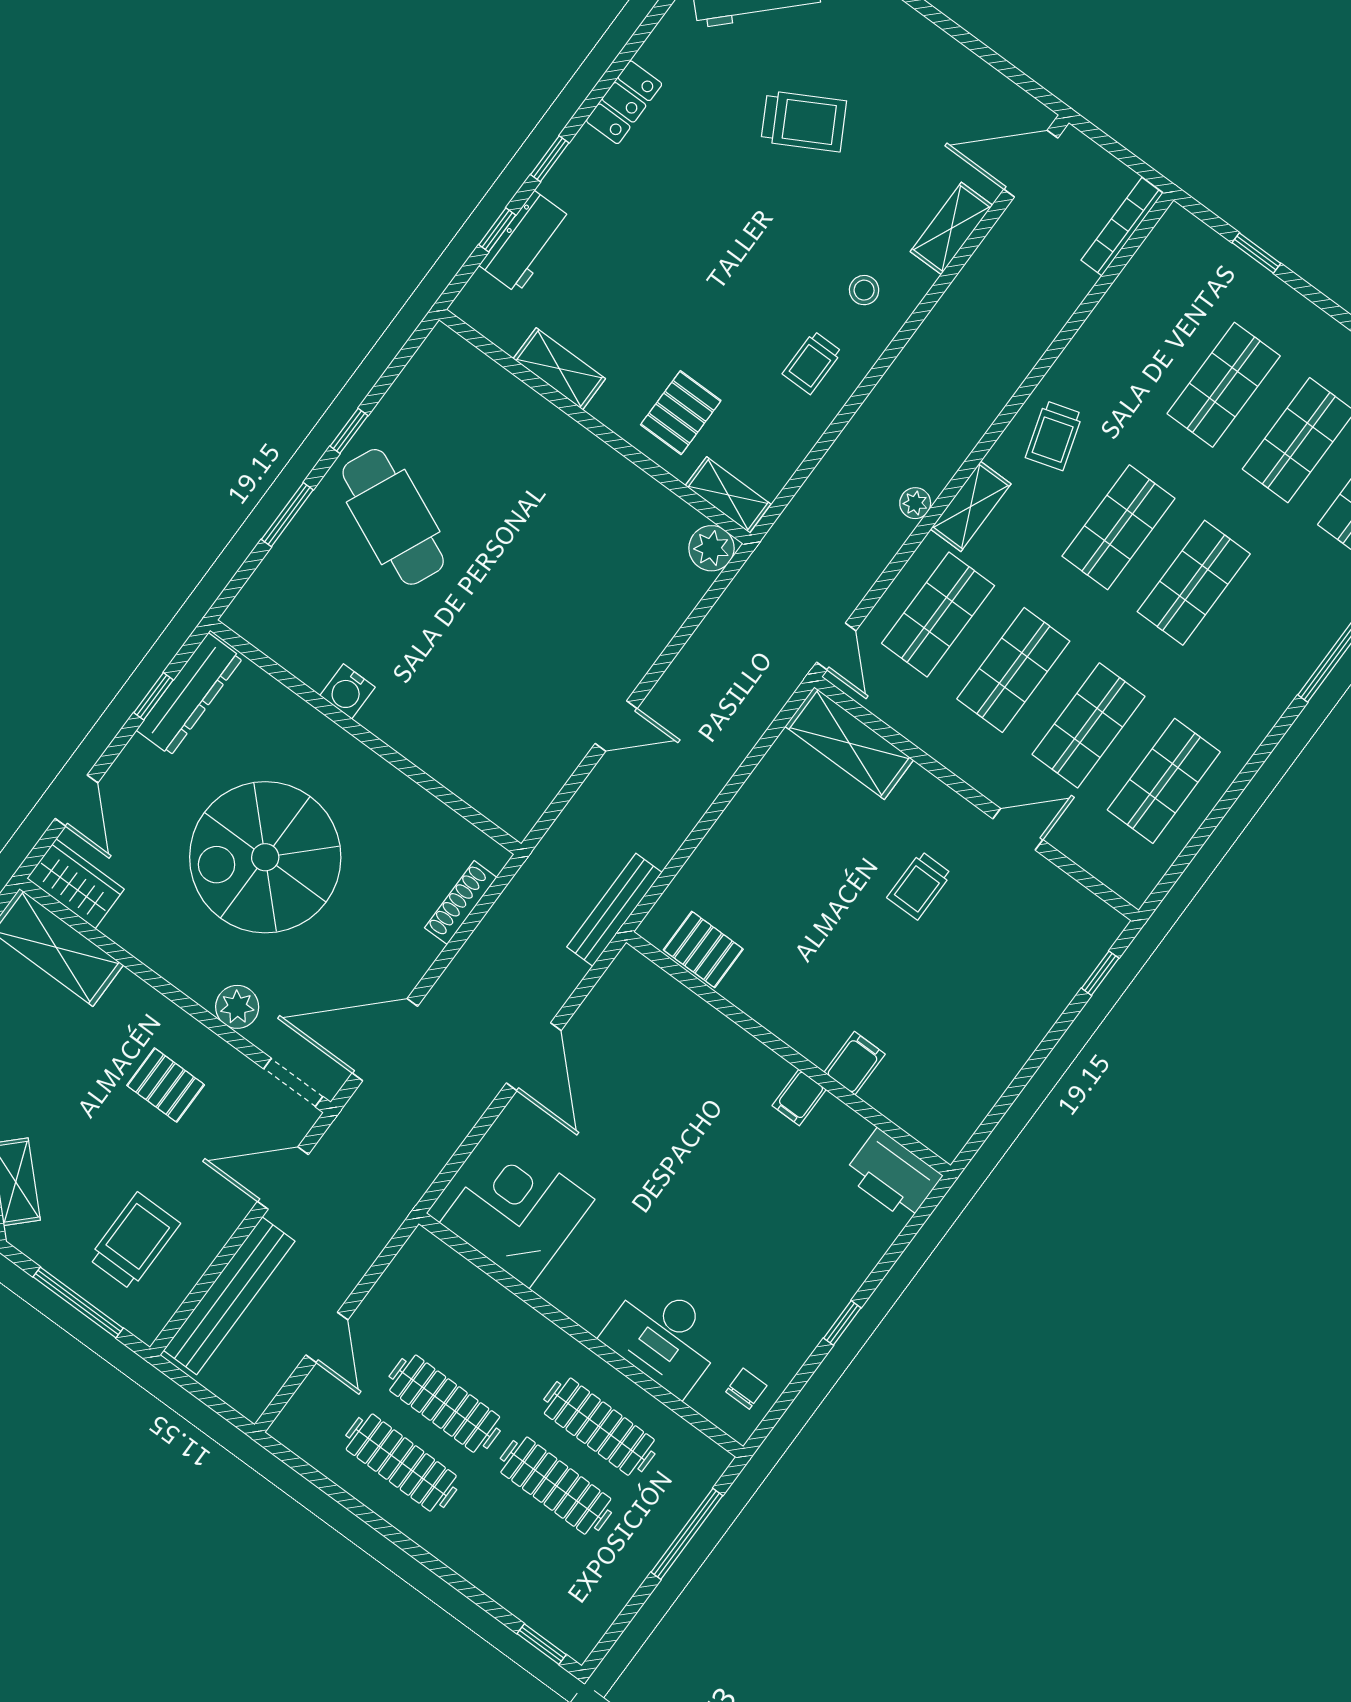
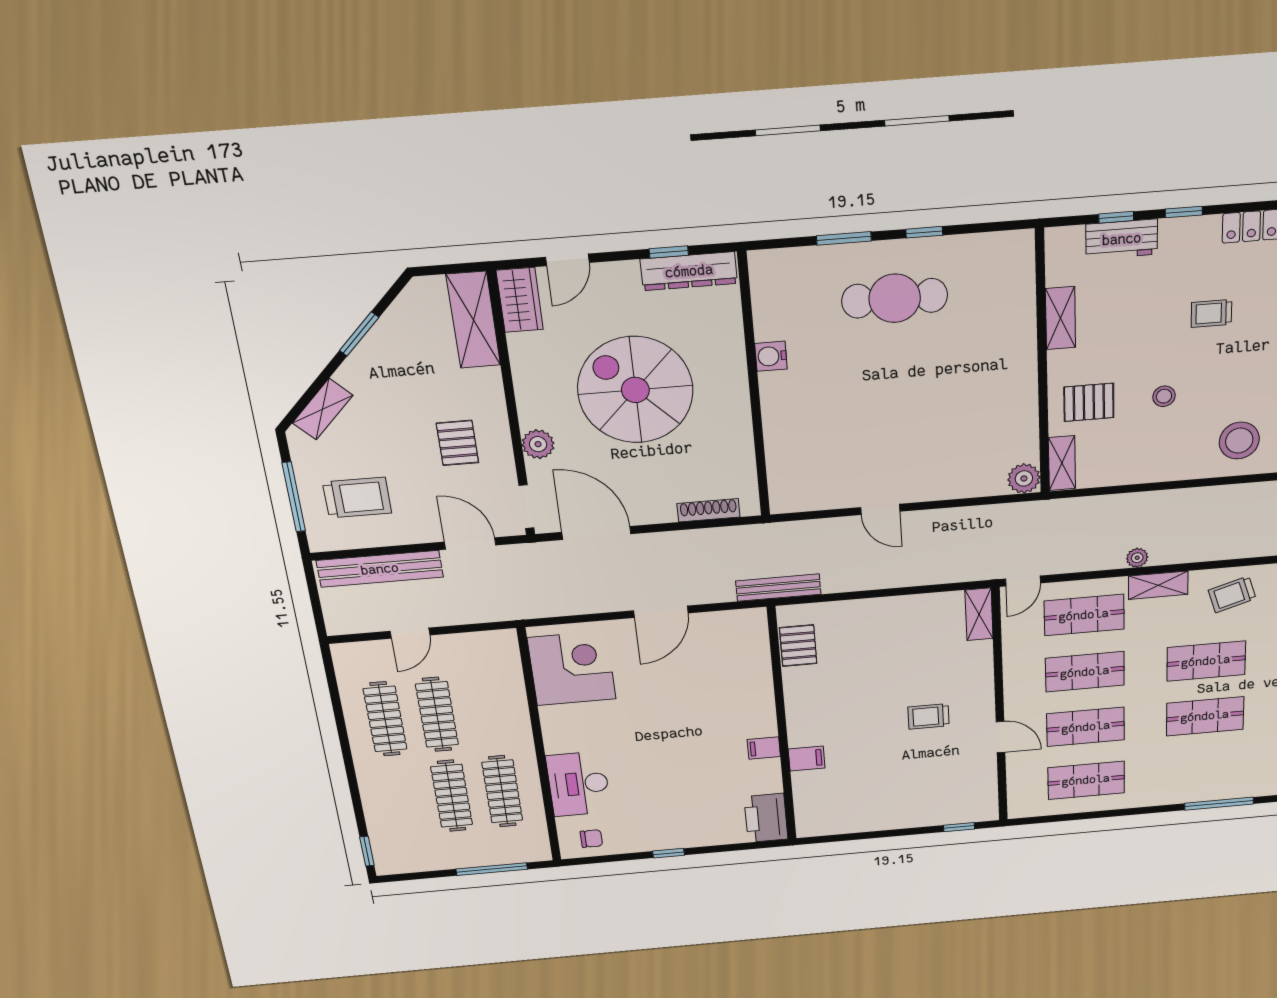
stool: (864, 290) -> (1239, 441), width x1.89, depth x1.89
stool: (742, 330) -> (1164, 396), added
trolley: (812, 363) -> (1211, 313), moved
cafe table: (393, 517) -> (895, 298), turned 66
shelving: (849, 743) -> (979, 614), width x0.67, depth x0.75

